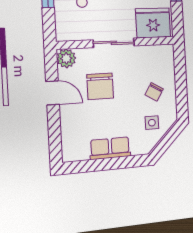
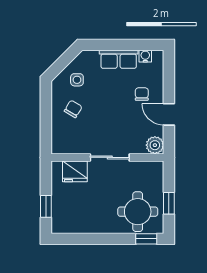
fridge: (153, 23) -> (75, 171), width x0.73, depth x0.75
chair: (100, 86) -> (142, 94), moved, width x0.54, depth x0.54
water cooler: (82, 154) -> (145, 56), added

